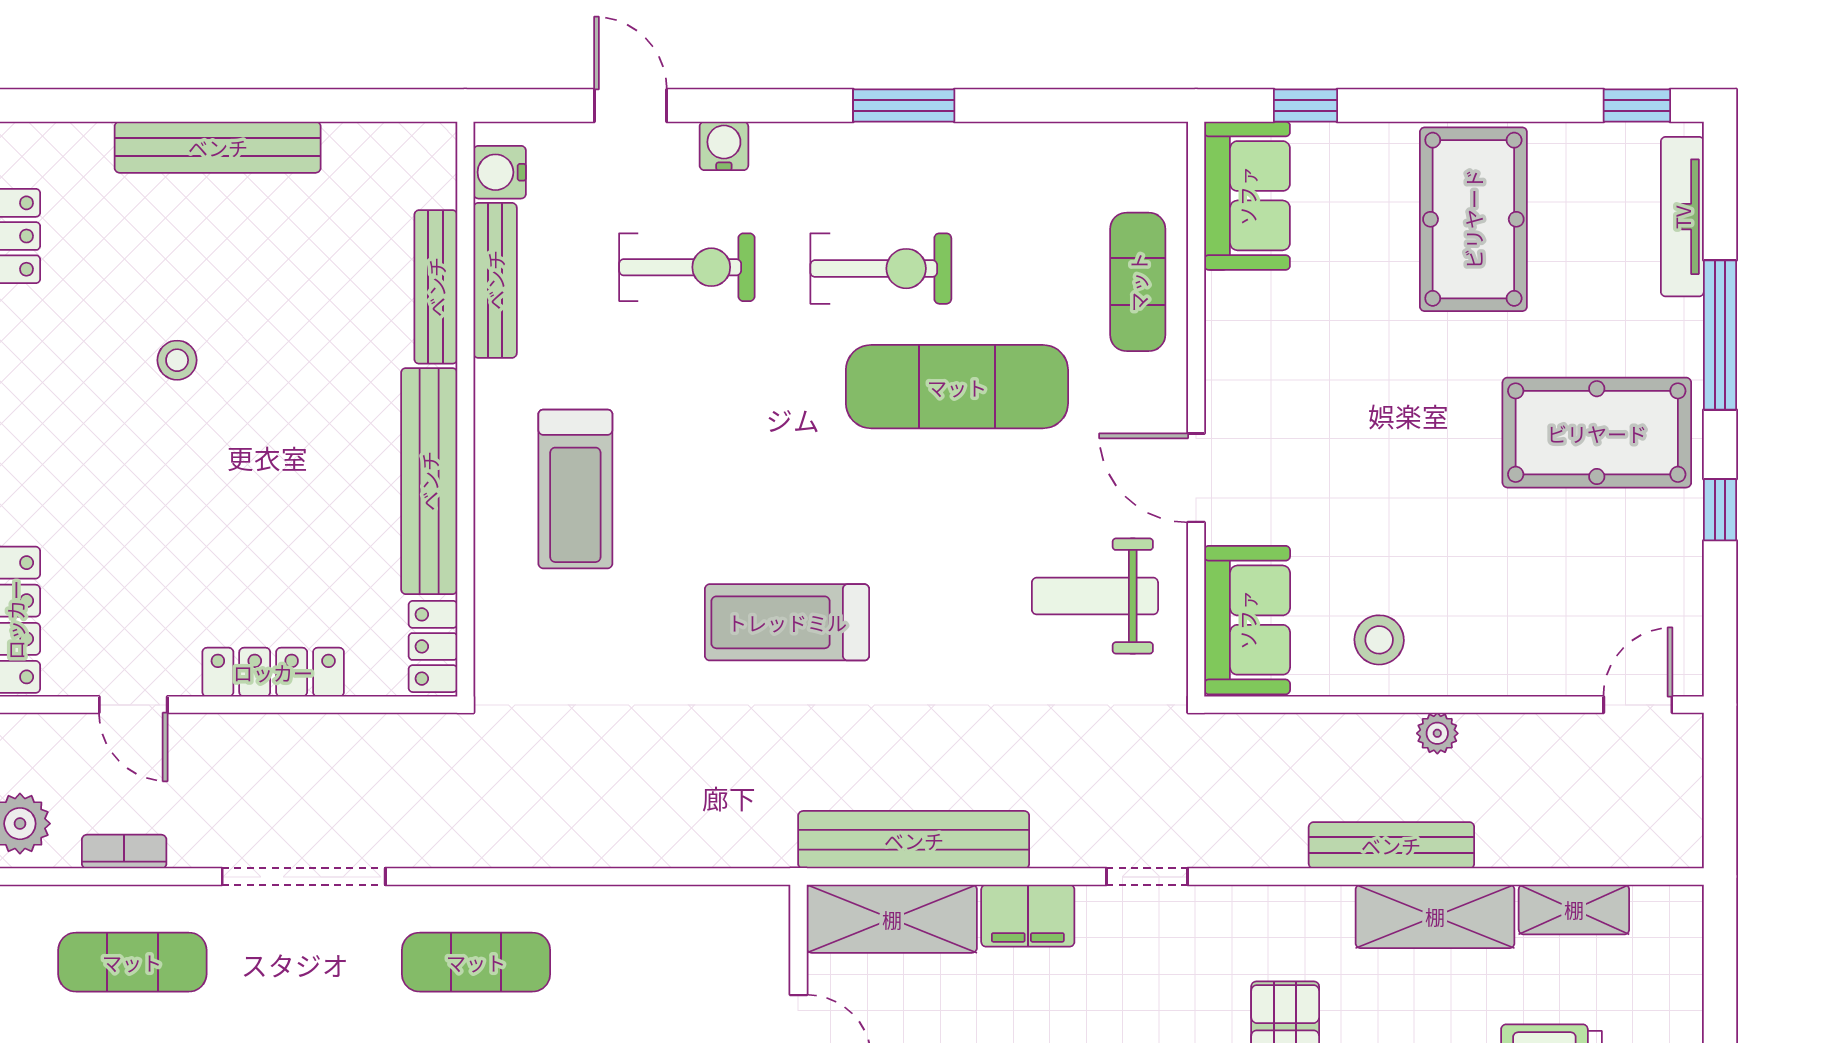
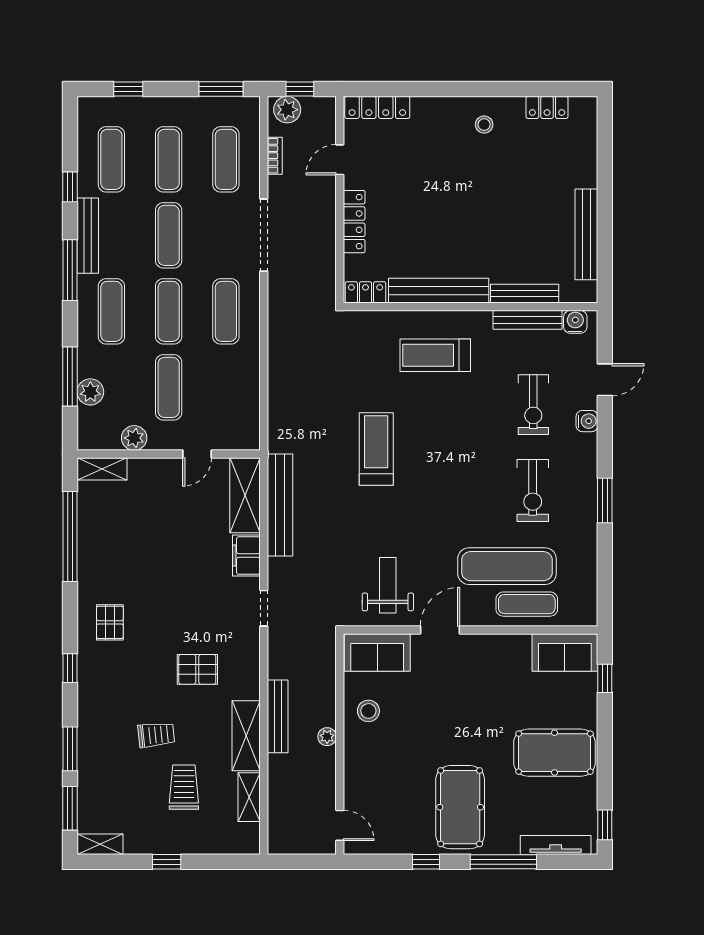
bench: (218, 147) -> (586, 234), moved
stool: (177, 360) -> (484, 125), moved
exercise mat: (957, 387) -> (507, 566), moved, turned 90

